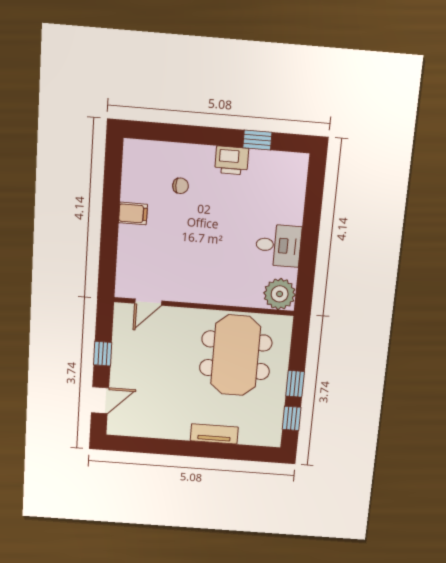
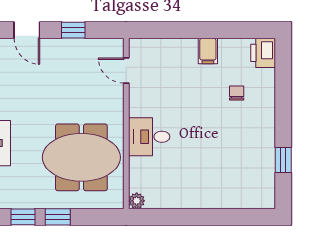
printer: (232, 160) -> (263, 53), moved
chair: (181, 186) -> (237, 93), turned 180
desk: (278, 245) -> (149, 137), moved, turned 90
plant: (280, 294) -> (137, 201), width x0.53, depth x0.53

